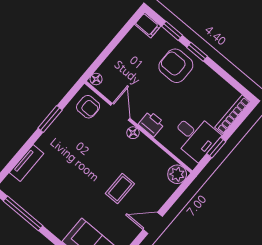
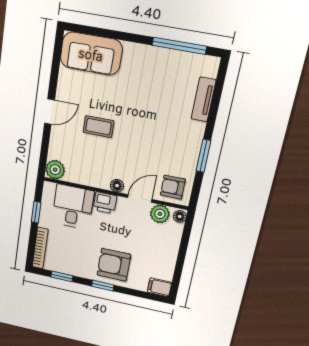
window: (172, 31) -> (62, 276), moved
armchair: (176, 66) -> (114, 265), turned 180
plant: (111, 90) -> (160, 214), added
door: (120, 112) -> (140, 198), swing flipped
desk: (195, 137) -> (73, 207), moved, turned 90
coffee table: (120, 189) -> (98, 127), turned 90

